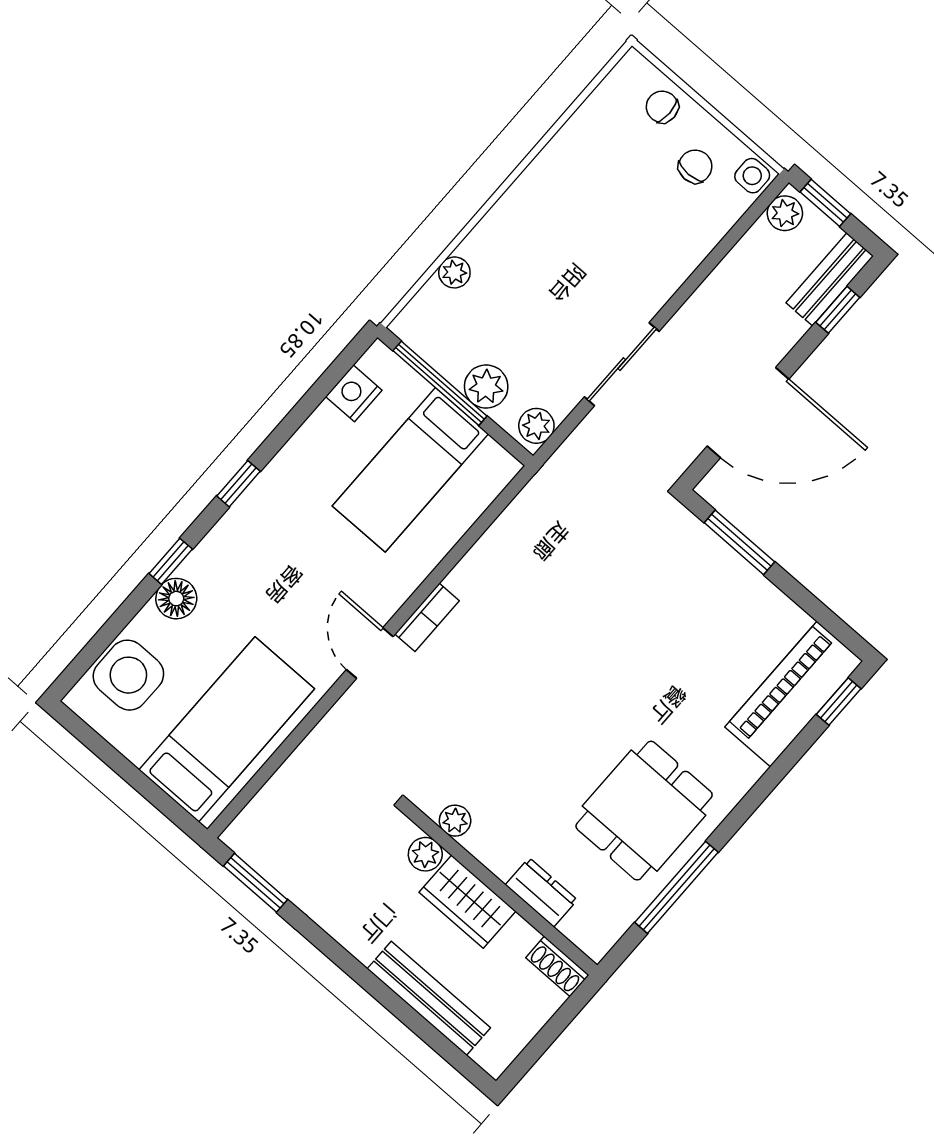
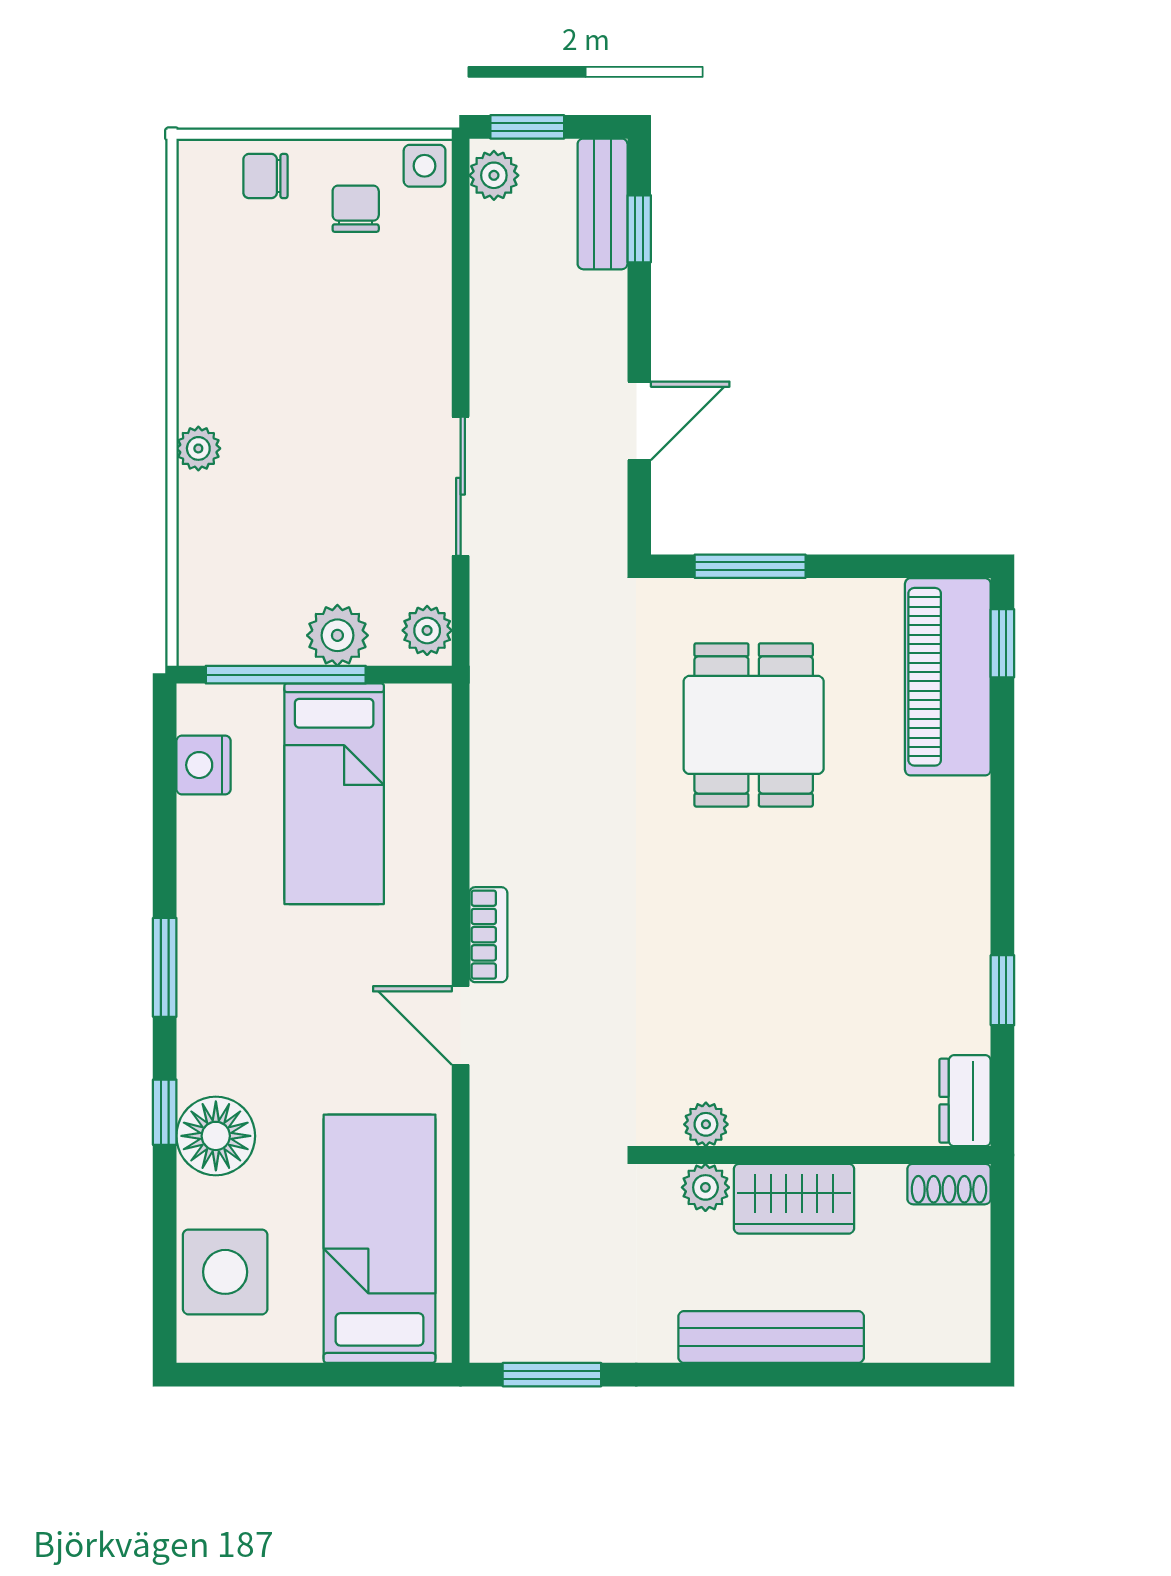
plant: (454, 272) -> (198, 448), moved
door: (748, 413) -> (639, 421), width x0.53
window: (238, 484) -> (165, 967), width x1.50
floor lamp: (176, 599) -> (216, 1136), width x1.38, depth x1.38
dining table: (644, 811) -> (754, 725), moved
window: (677, 887) -> (1002, 990), width x0.46
dresser: (541, 892) -> (965, 1101), moved, turned -90
bench: (429, 998) -> (771, 1337), moved

